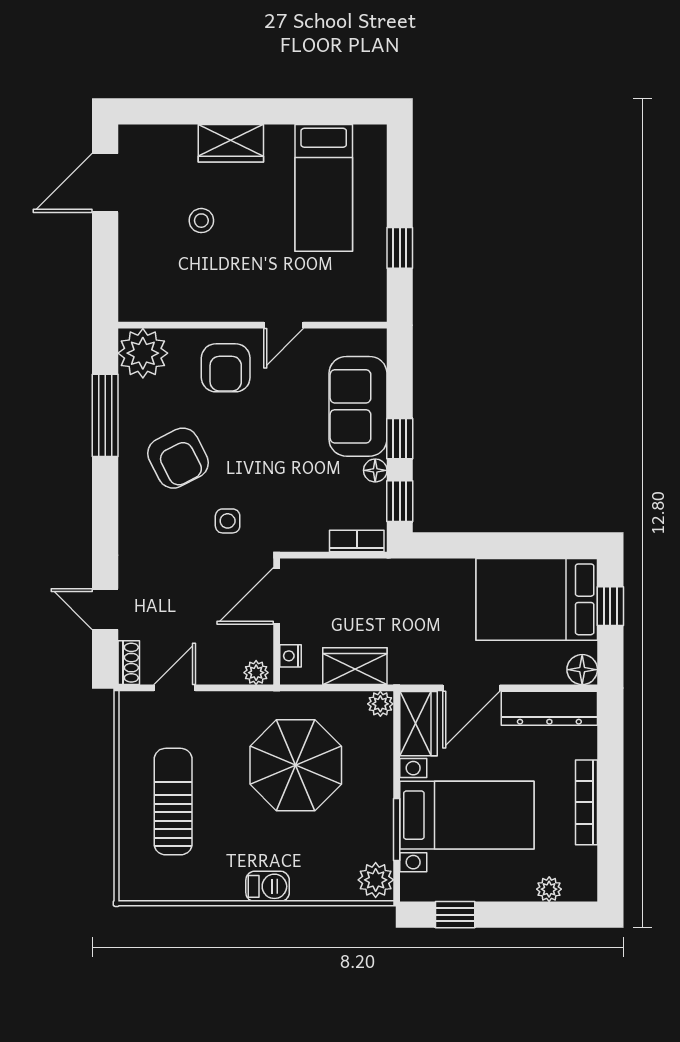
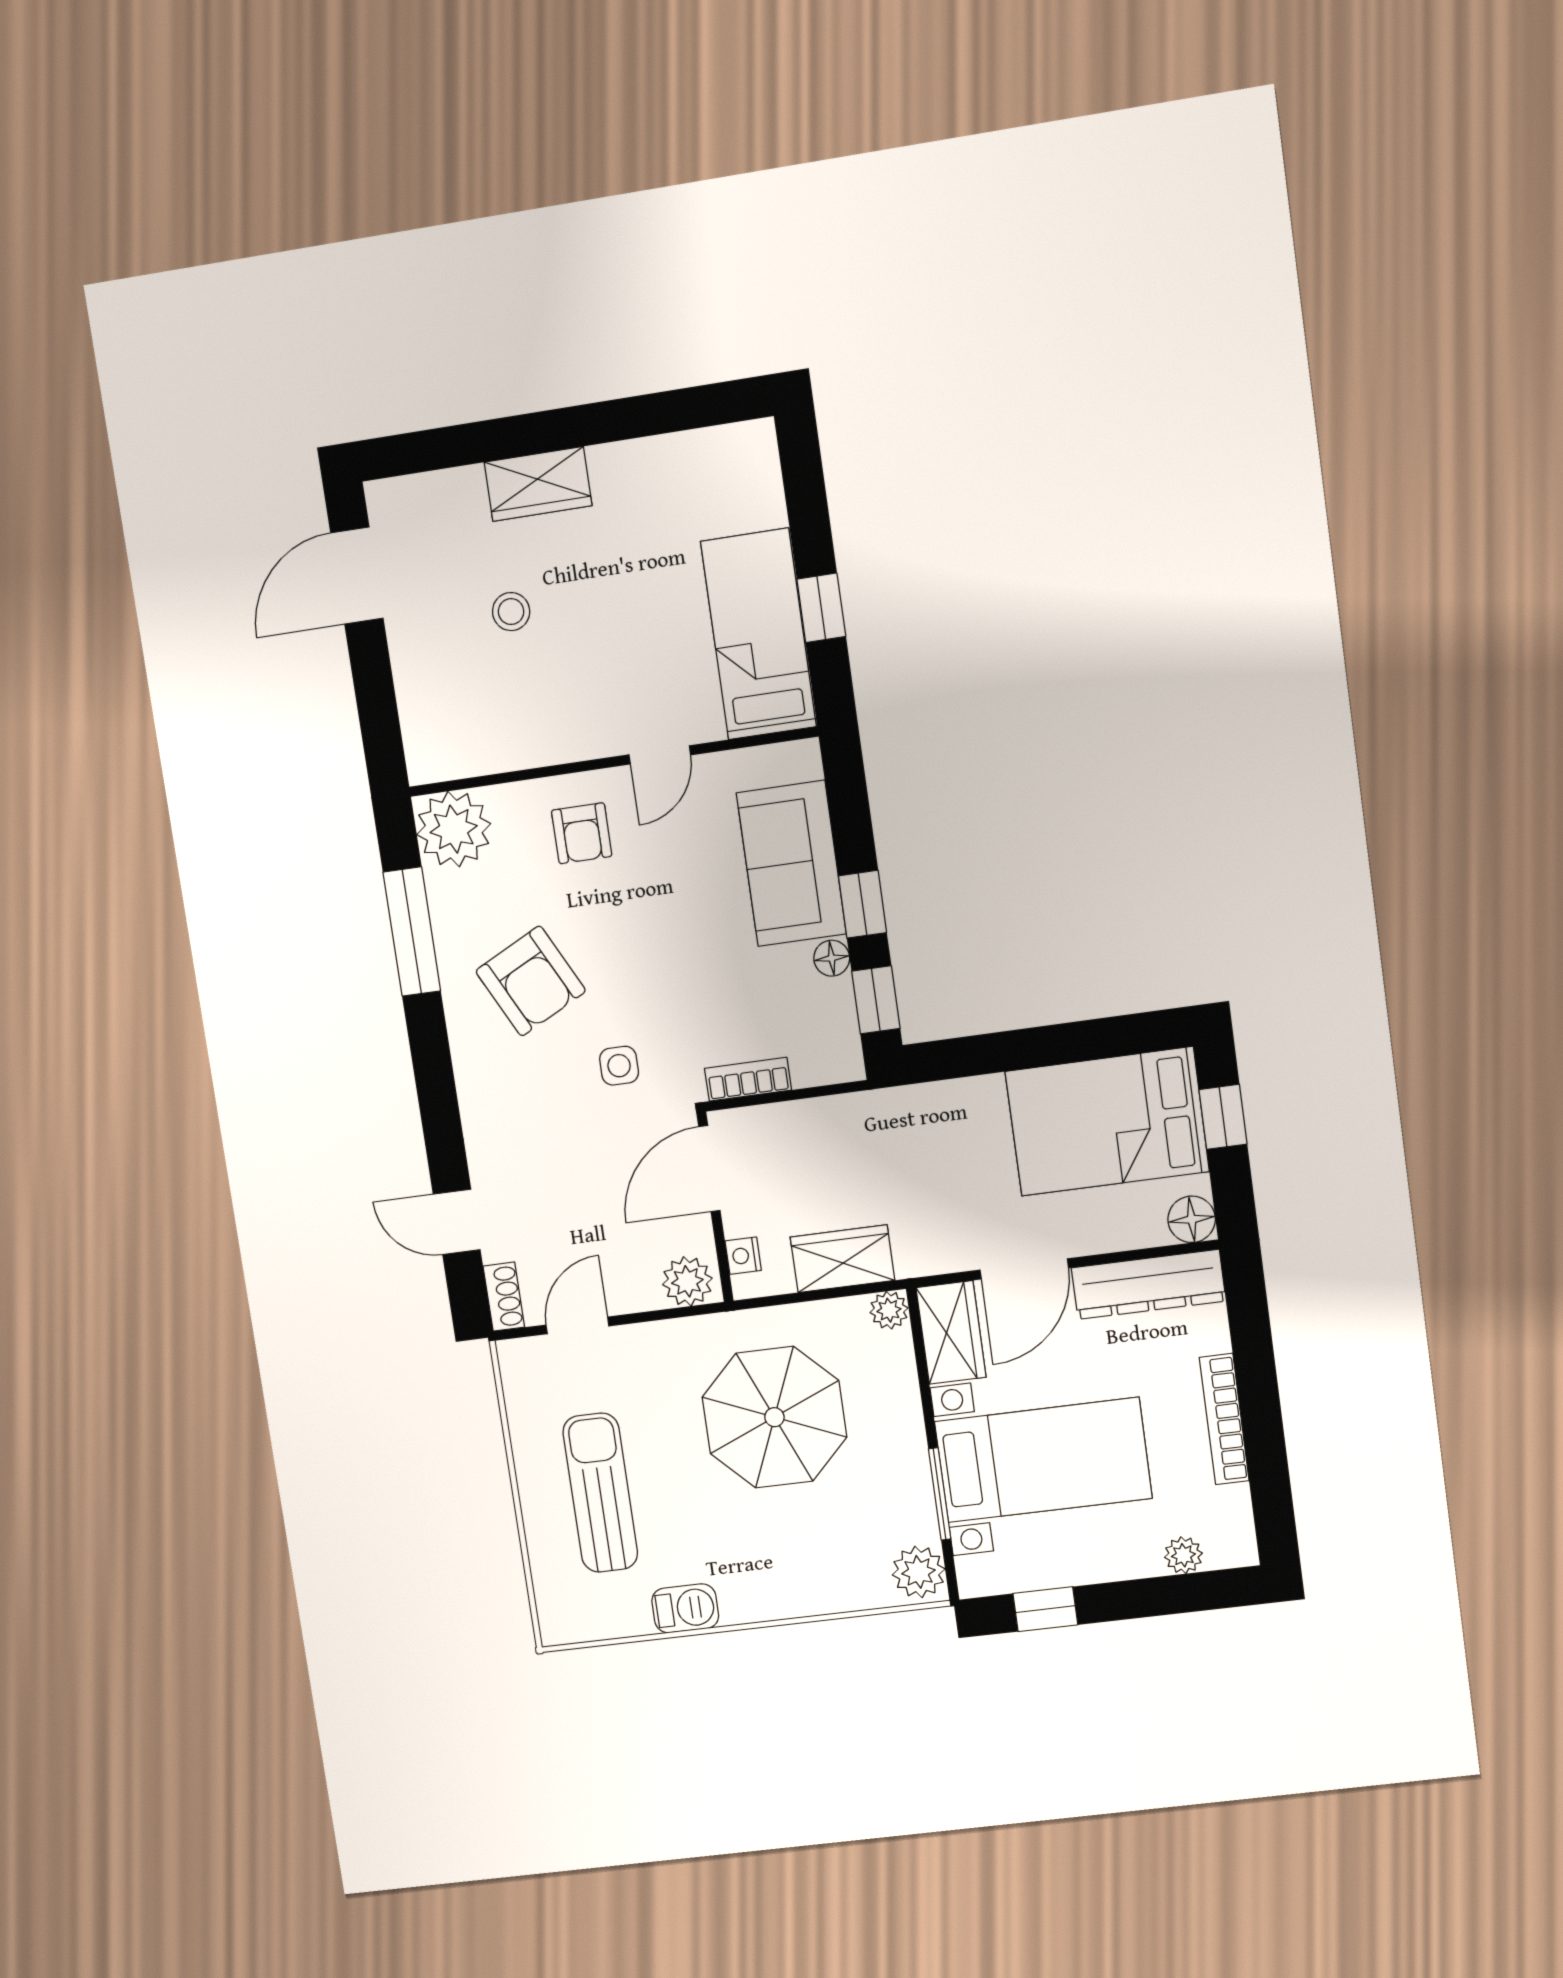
bed: (324, 188) -> (758, 634), moved, turned 180
armchair: (226, 368) -> (582, 833), width x0.72, depth x0.72
bookcase: (357, 541) -> (748, 1079), moved
plant: (256, 673) -> (687, 1281), width x1.38, depth x1.38
barbecue: (268, 886) -> (685, 1608), moved

